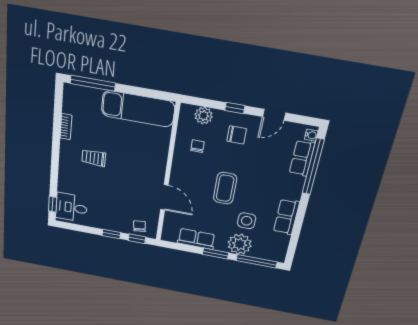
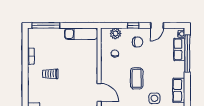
exam couch: (138, 109) -> (81, 34), width x0.73, depth x0.69

